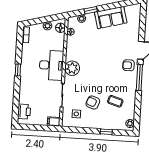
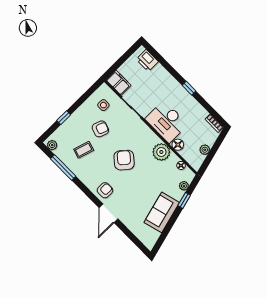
floor lamp: (60, 28) -> (178, 145), moved
plant: (72, 68) -> (161, 152), moved
armchair: (99, 70) -> (124, 160), added
window: (139, 78) -> (63, 167), moved
filing cabinet: (54, 122) -> (119, 83), width x2.00

